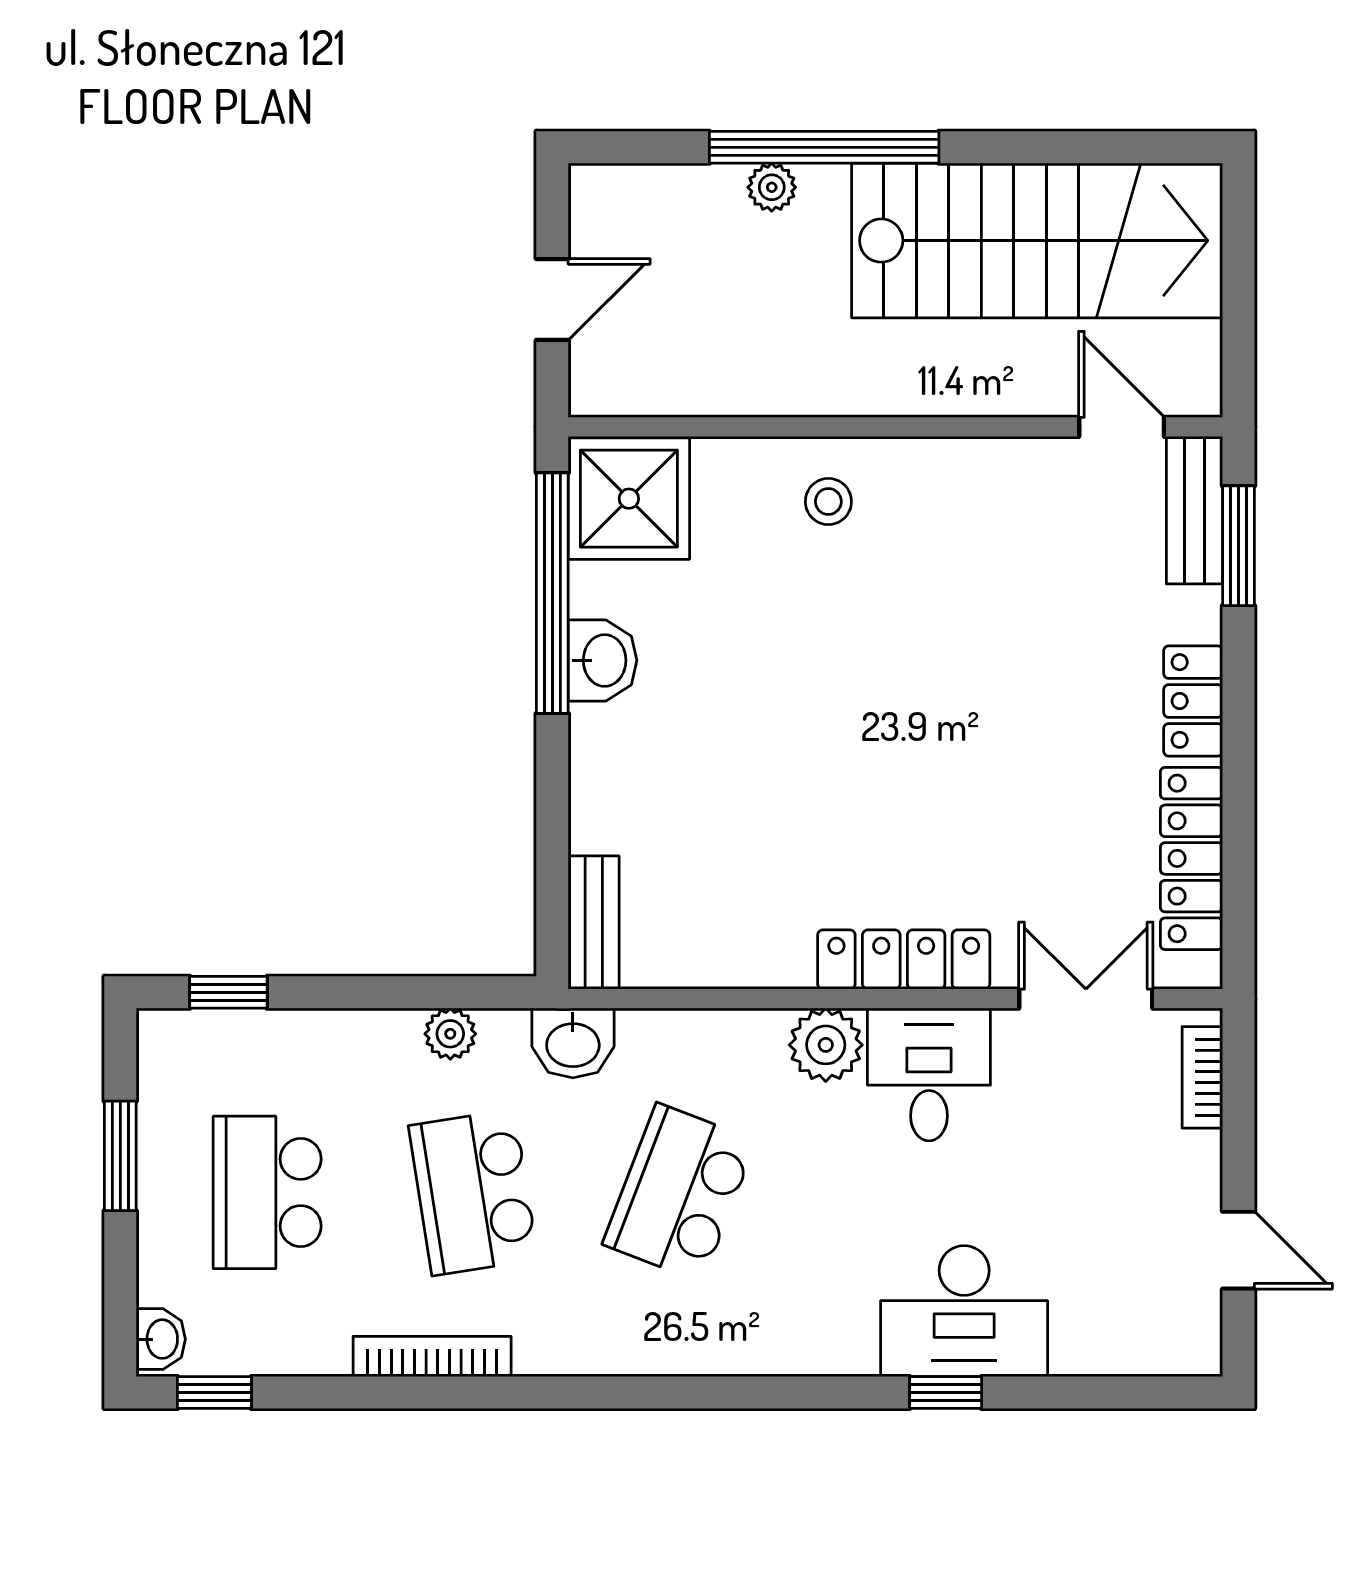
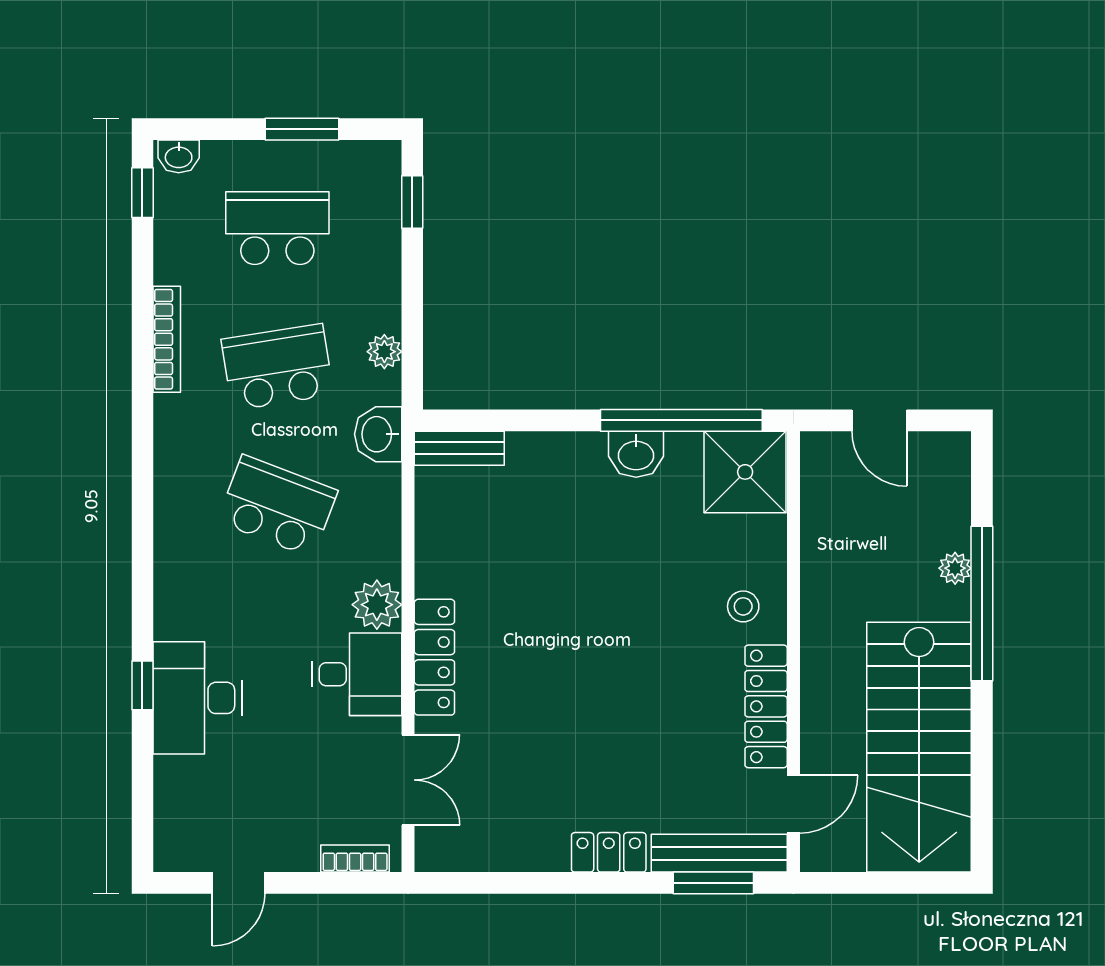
bench: (1194, 510) -> (719, 853), width x1.36
locker: (1191, 858) -> (766, 706), moved, turned -90

